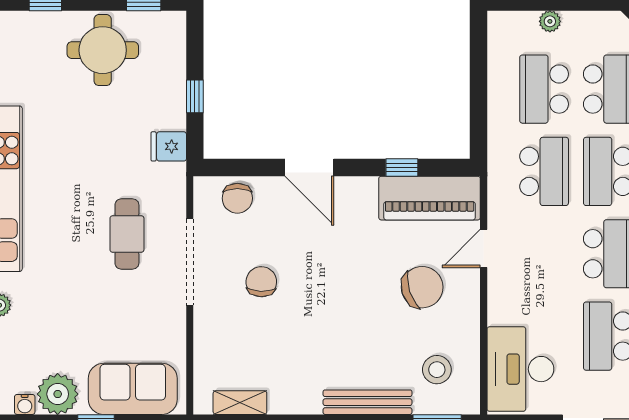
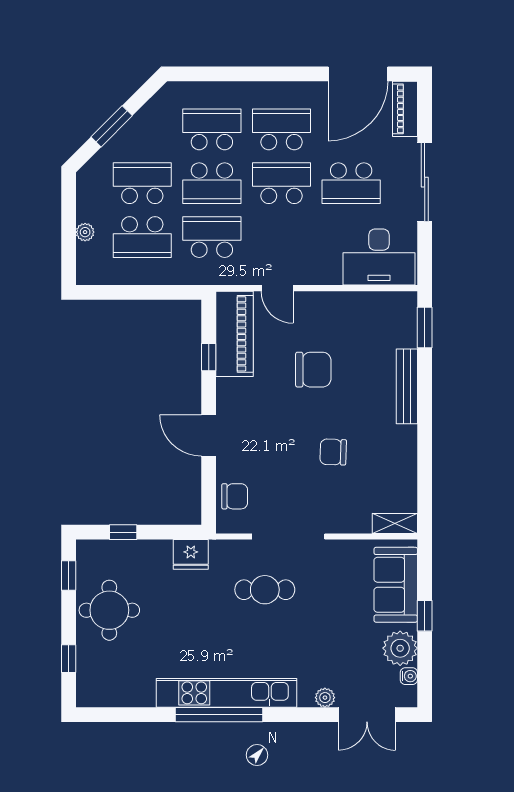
window: (195, 96) -> (123, 532), moved
fridge: (169, 146) -> (191, 554), width x1.38
door: (309, 167) -> (209, 435), swing flipped
chair: (261, 282) -> (333, 452), moved
chair: (422, 287) -> (313, 370), moved, turned 108
stool: (437, 370) -> (380, 328), removed
shelving: (240, 403) -> (395, 523), moved, turned 90

